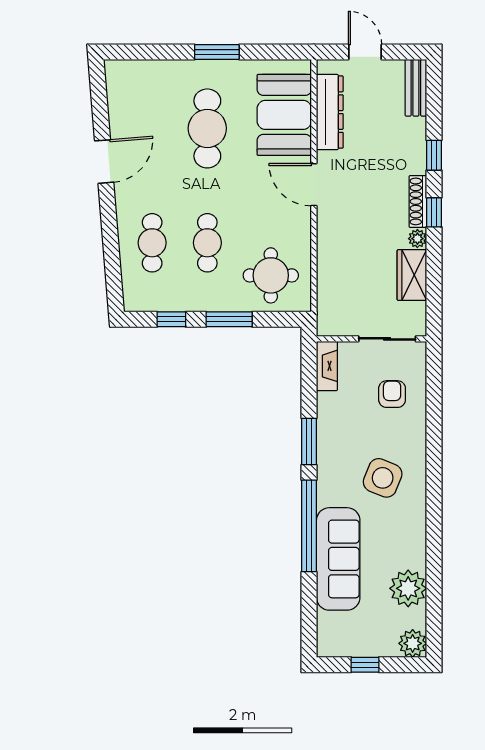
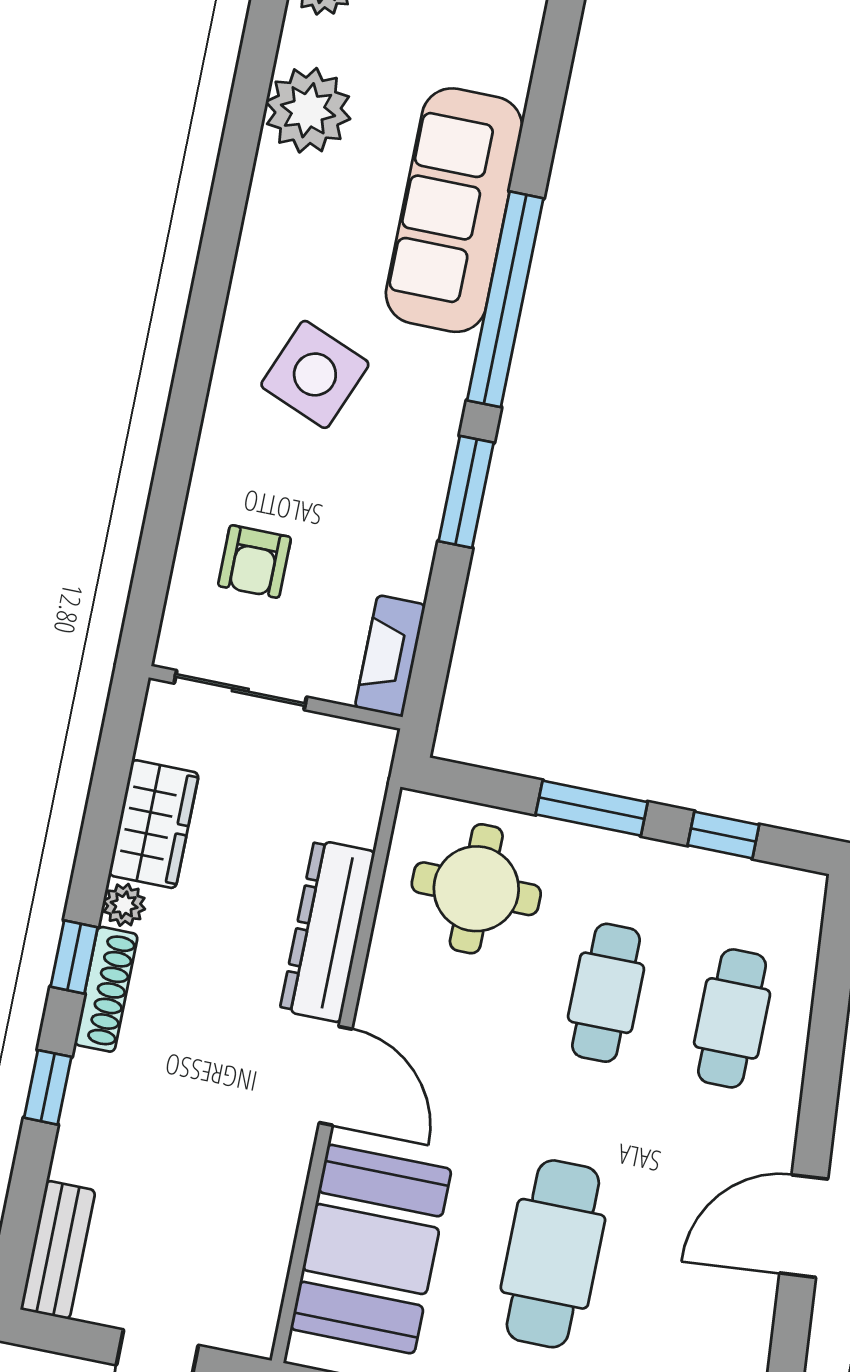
dresser: (330, 112) -> (327, 931), moved

